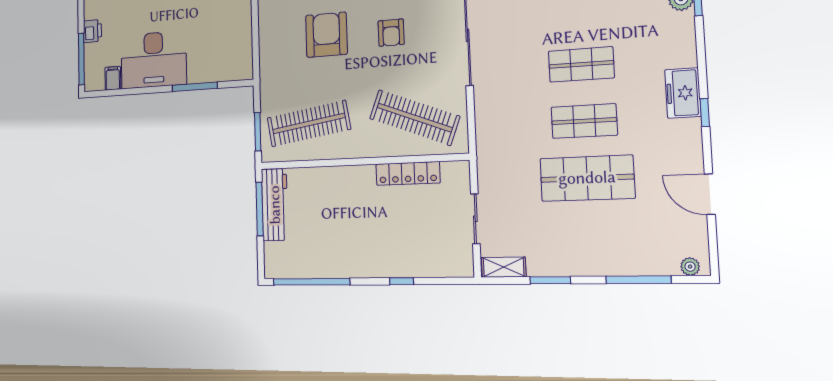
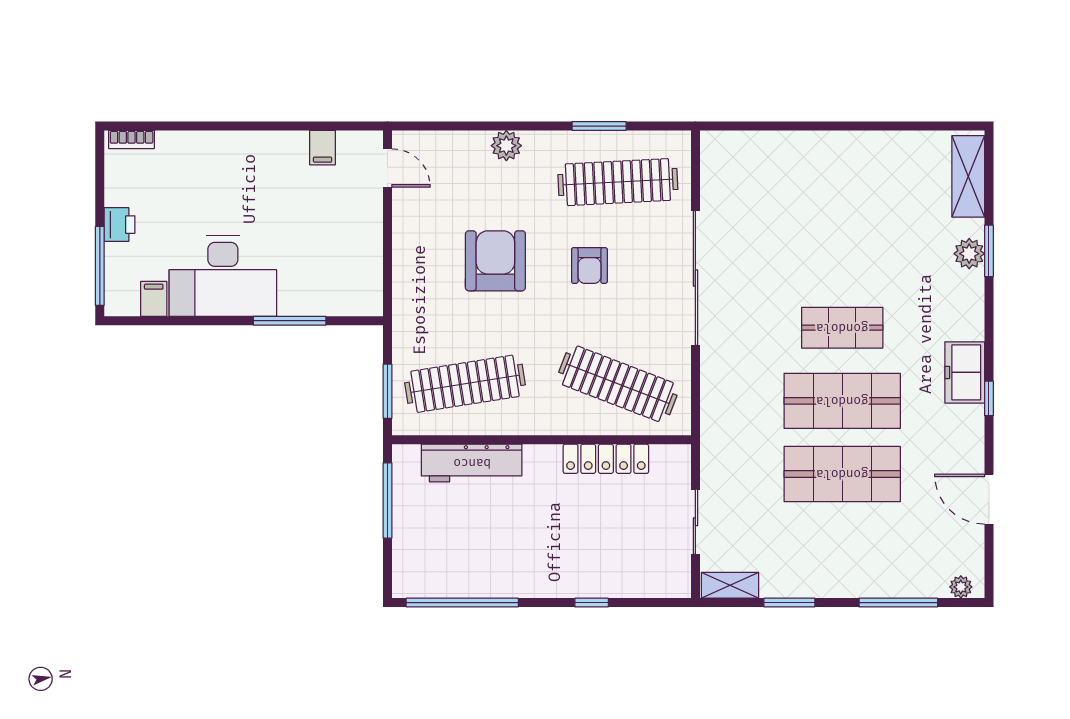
shop shelf: (584, 121) -> (842, 401), width x1.43, depth x1.36
workbench: (275, 205) -> (472, 463), moved, turned 90

